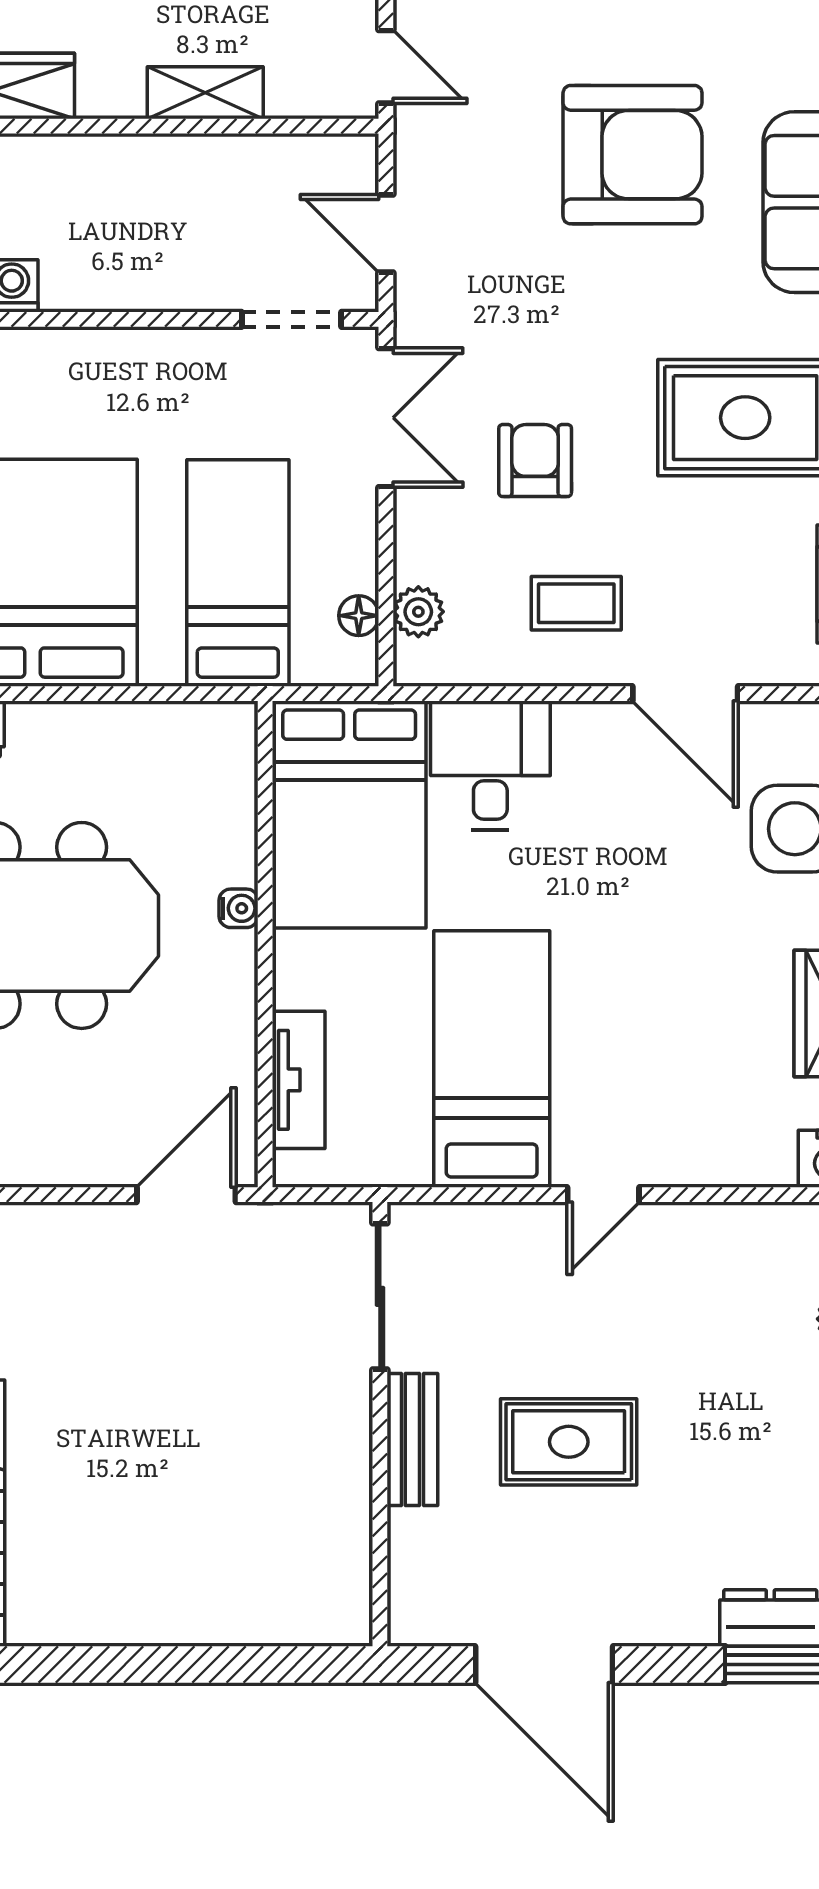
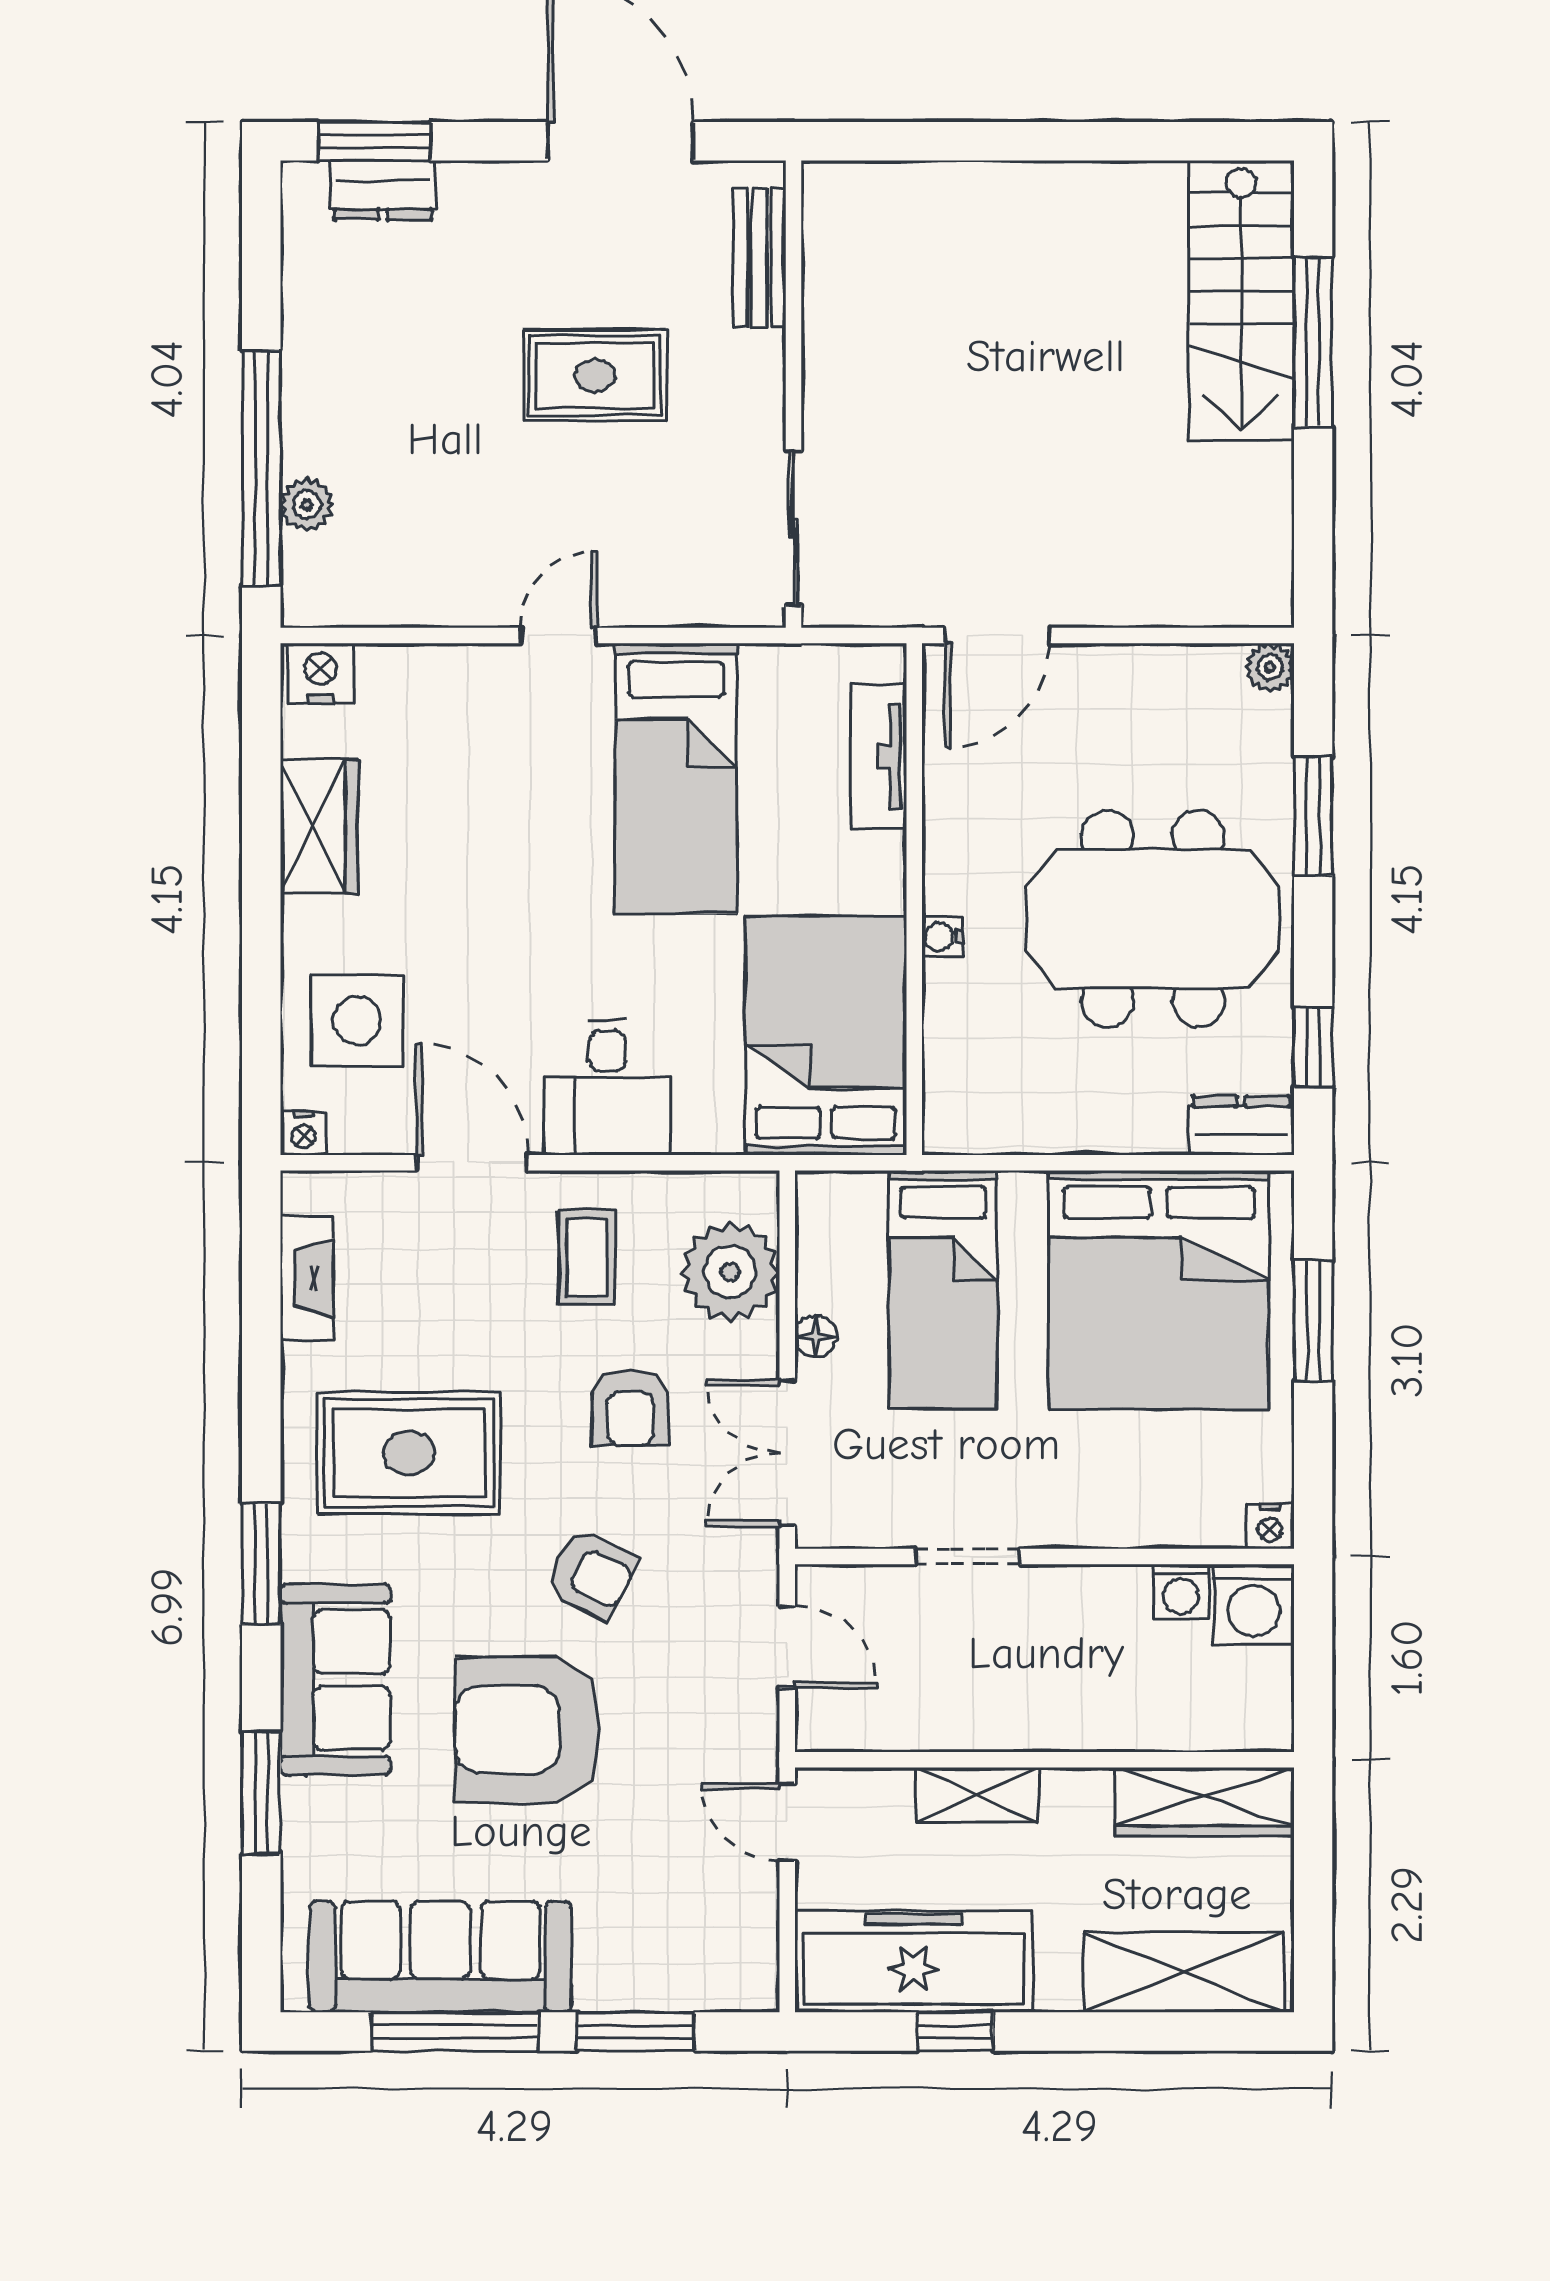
armchair: (572, 302) -> (592, 1574), added
doorway: (292, 319) -> (967, 1556), moved
coffee table: (576, 603) -> (587, 1258), turned 90
plant: (418, 612) -> (730, 1272), width x1.88, depth x1.88
floor lamp: (359, 616) -> (816, 1337), moved
desk: (490, 765) -> (607, 1087), moved
bench: (412, 1440) -> (759, 258), moved

